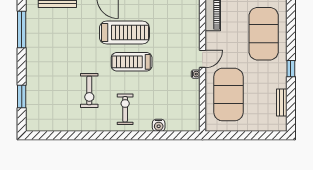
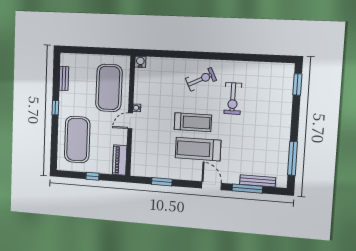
exercise bike: (89, 90) -> (233, 98), turned 180
window: (22, 97) -> (297, 84), moved
exercise bike: (125, 109) -> (201, 79), turned -116
water cooler: (159, 125) -> (140, 62), moved

